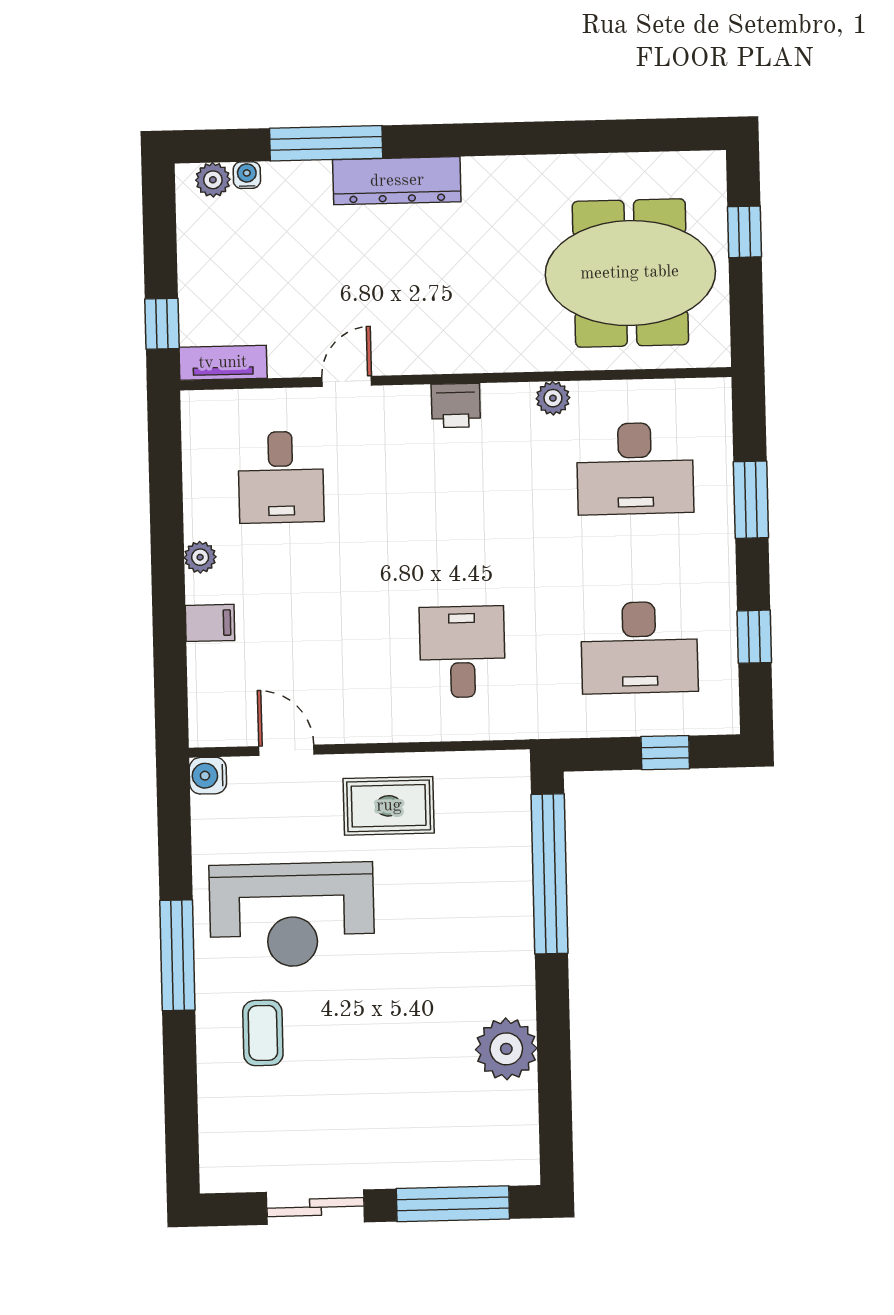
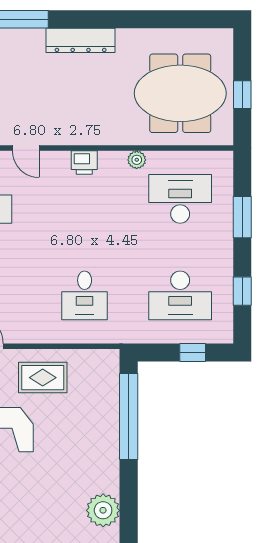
dresser: (397, 181) -> (81, 40), moved
window: (744, 232) -> (242, 95), moved
door: (347, 381) -> (26, 148), swing flipped
desk: (635, 468) -> (180, 199), turned 180
desk: (462, 652) -> (85, 295), turned 180

